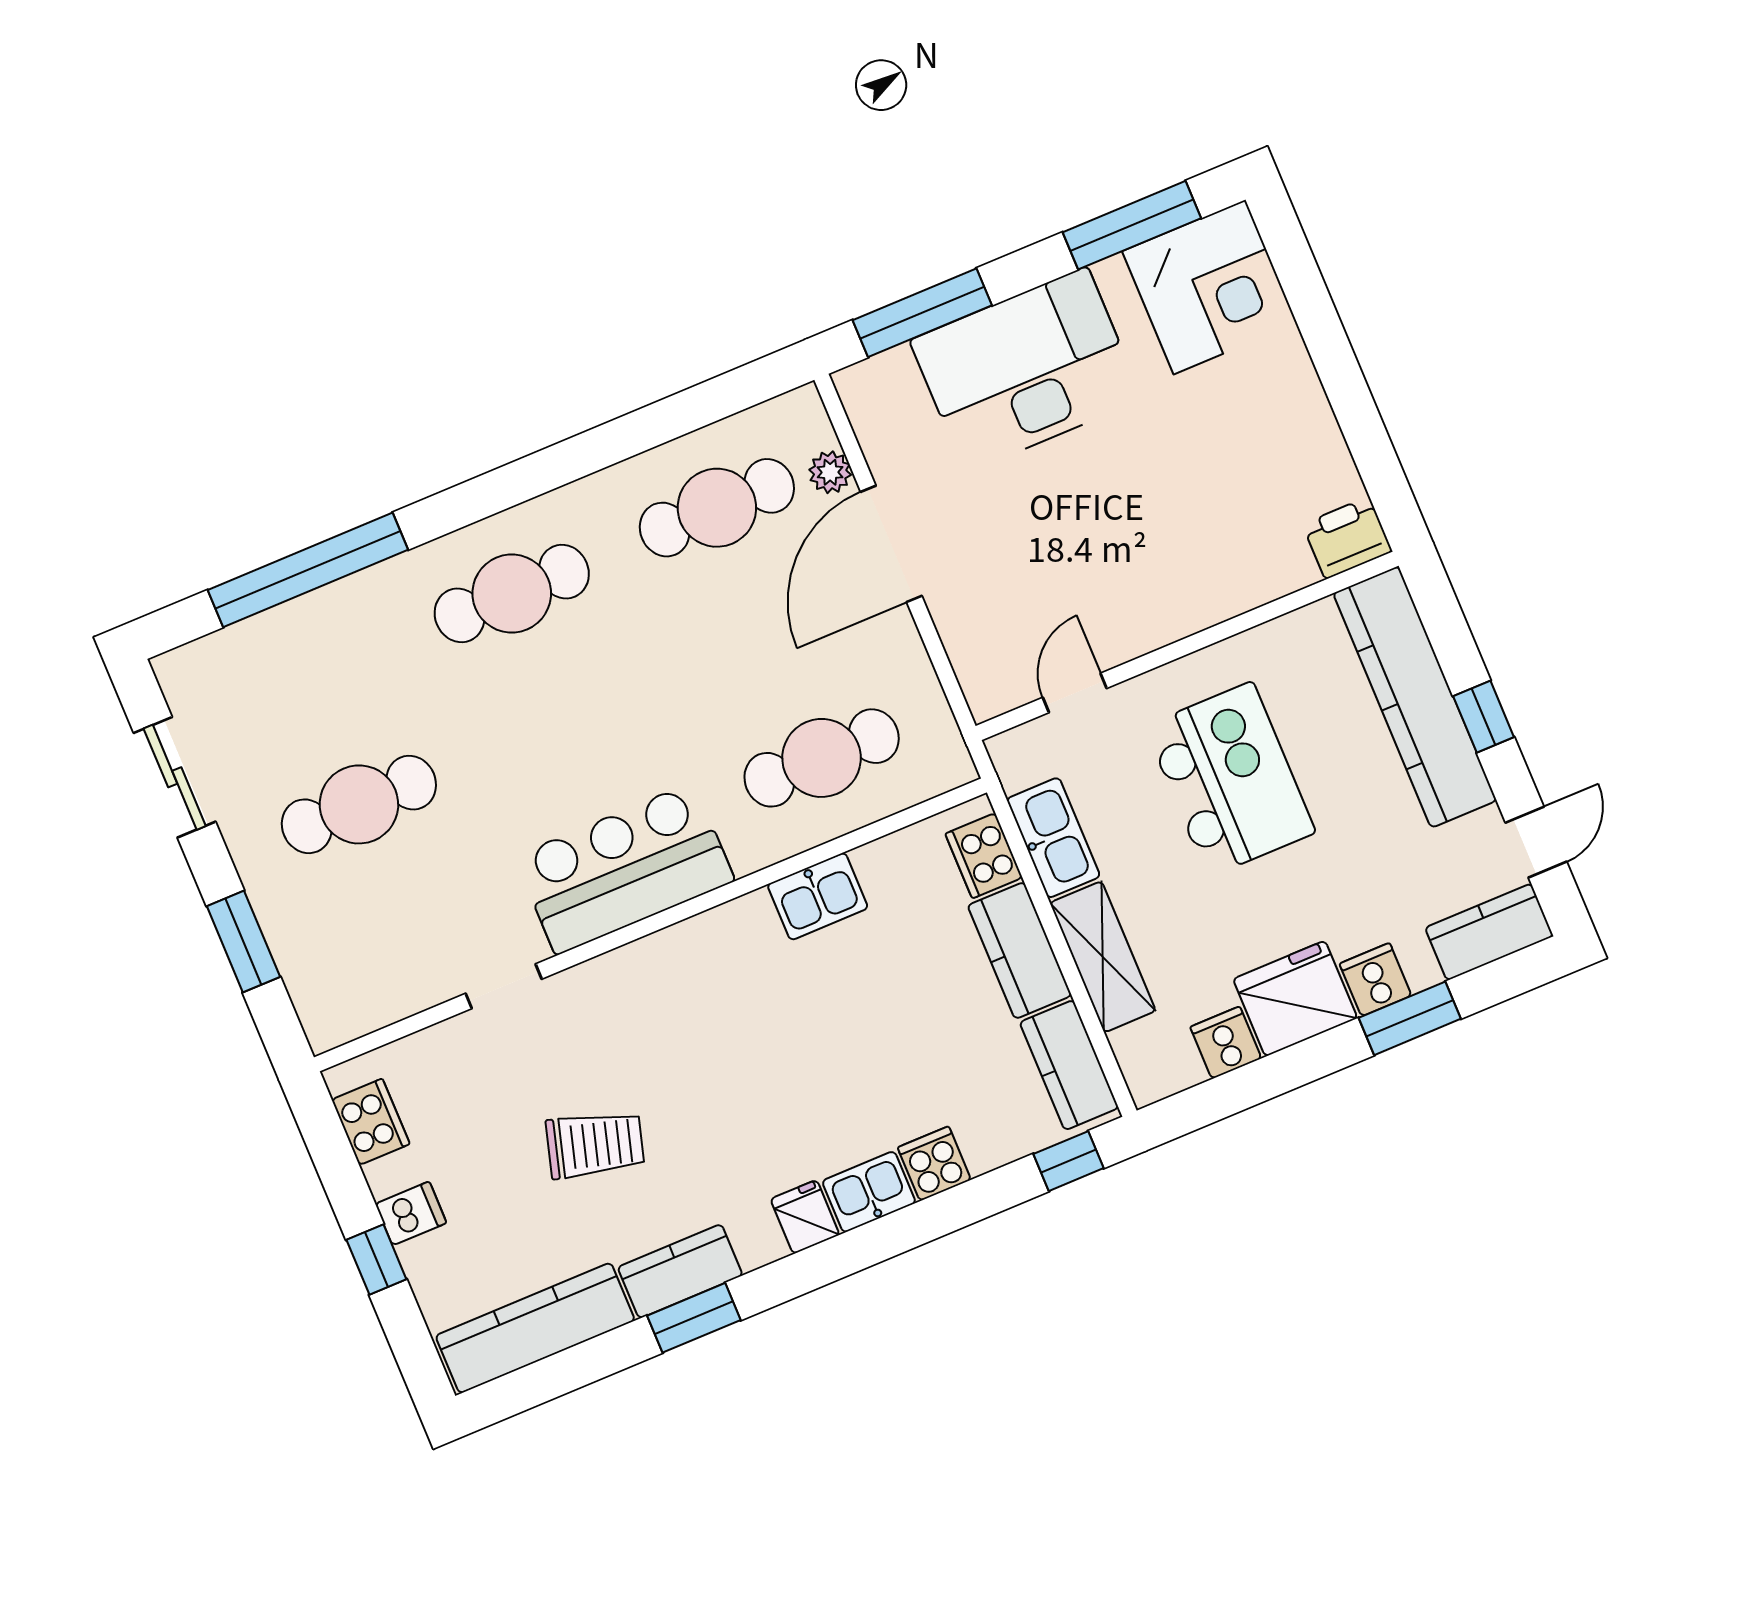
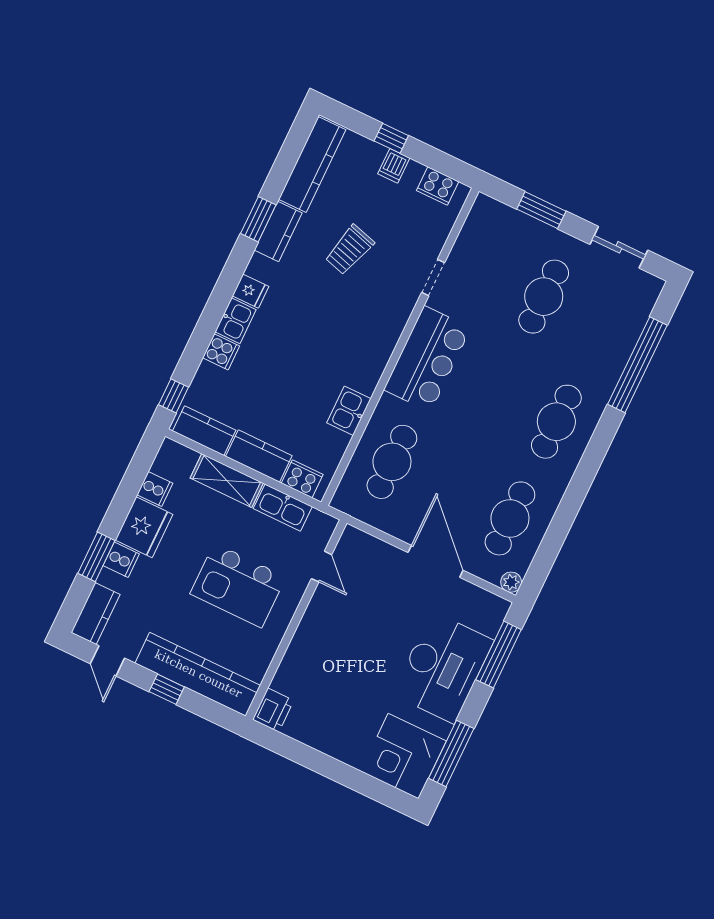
plant: (830, 472) -> (511, 582), moved

